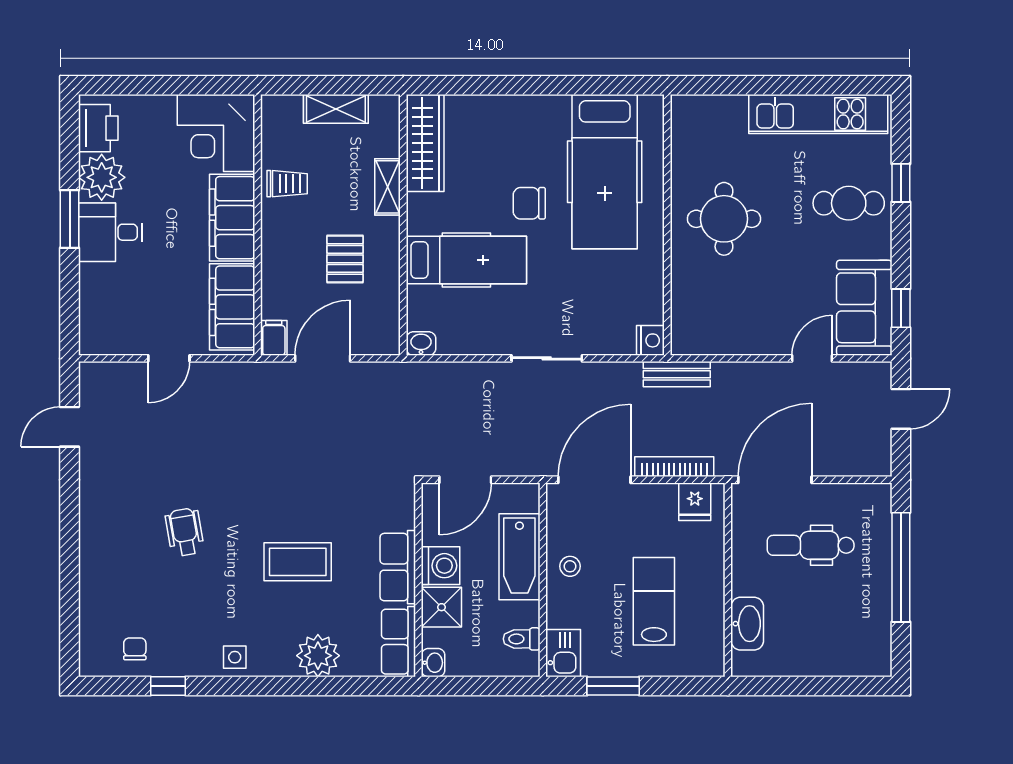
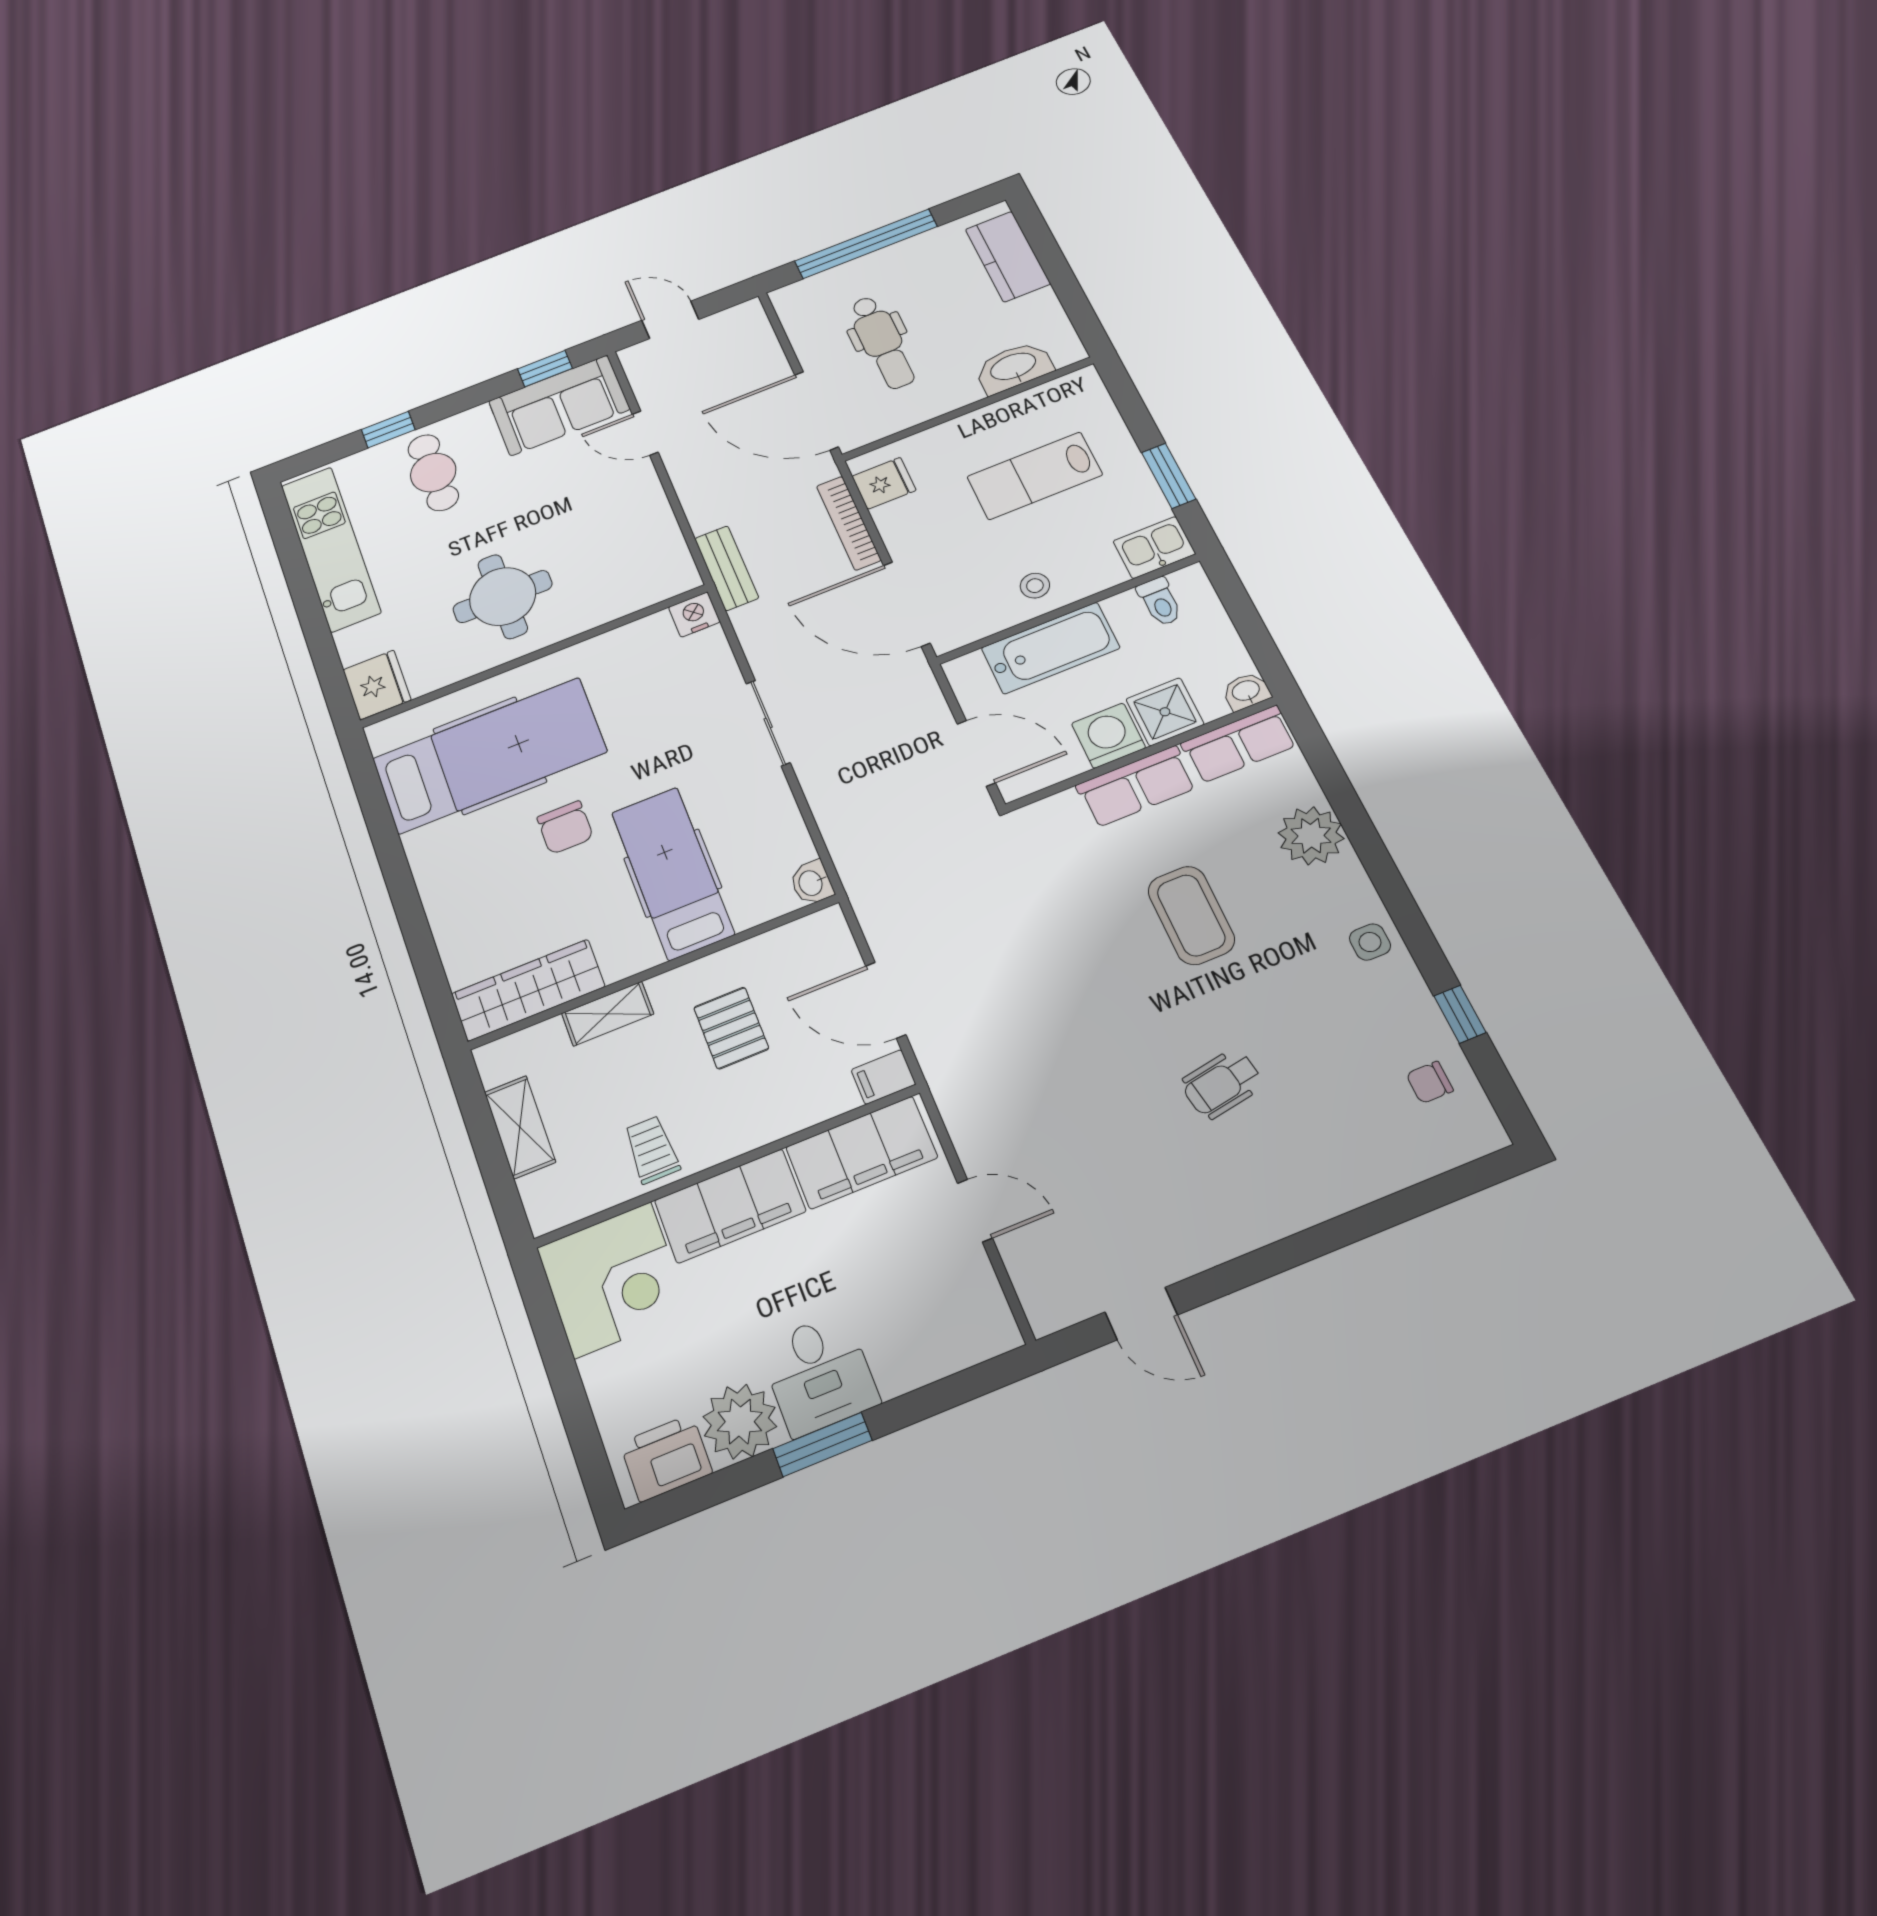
fridge: (693, 114) -> (377, 685), added
pallet: (345, 259) -> (731, 1028), turned 90
kitchen counter: (842, 658) -> (1008, 257), added

